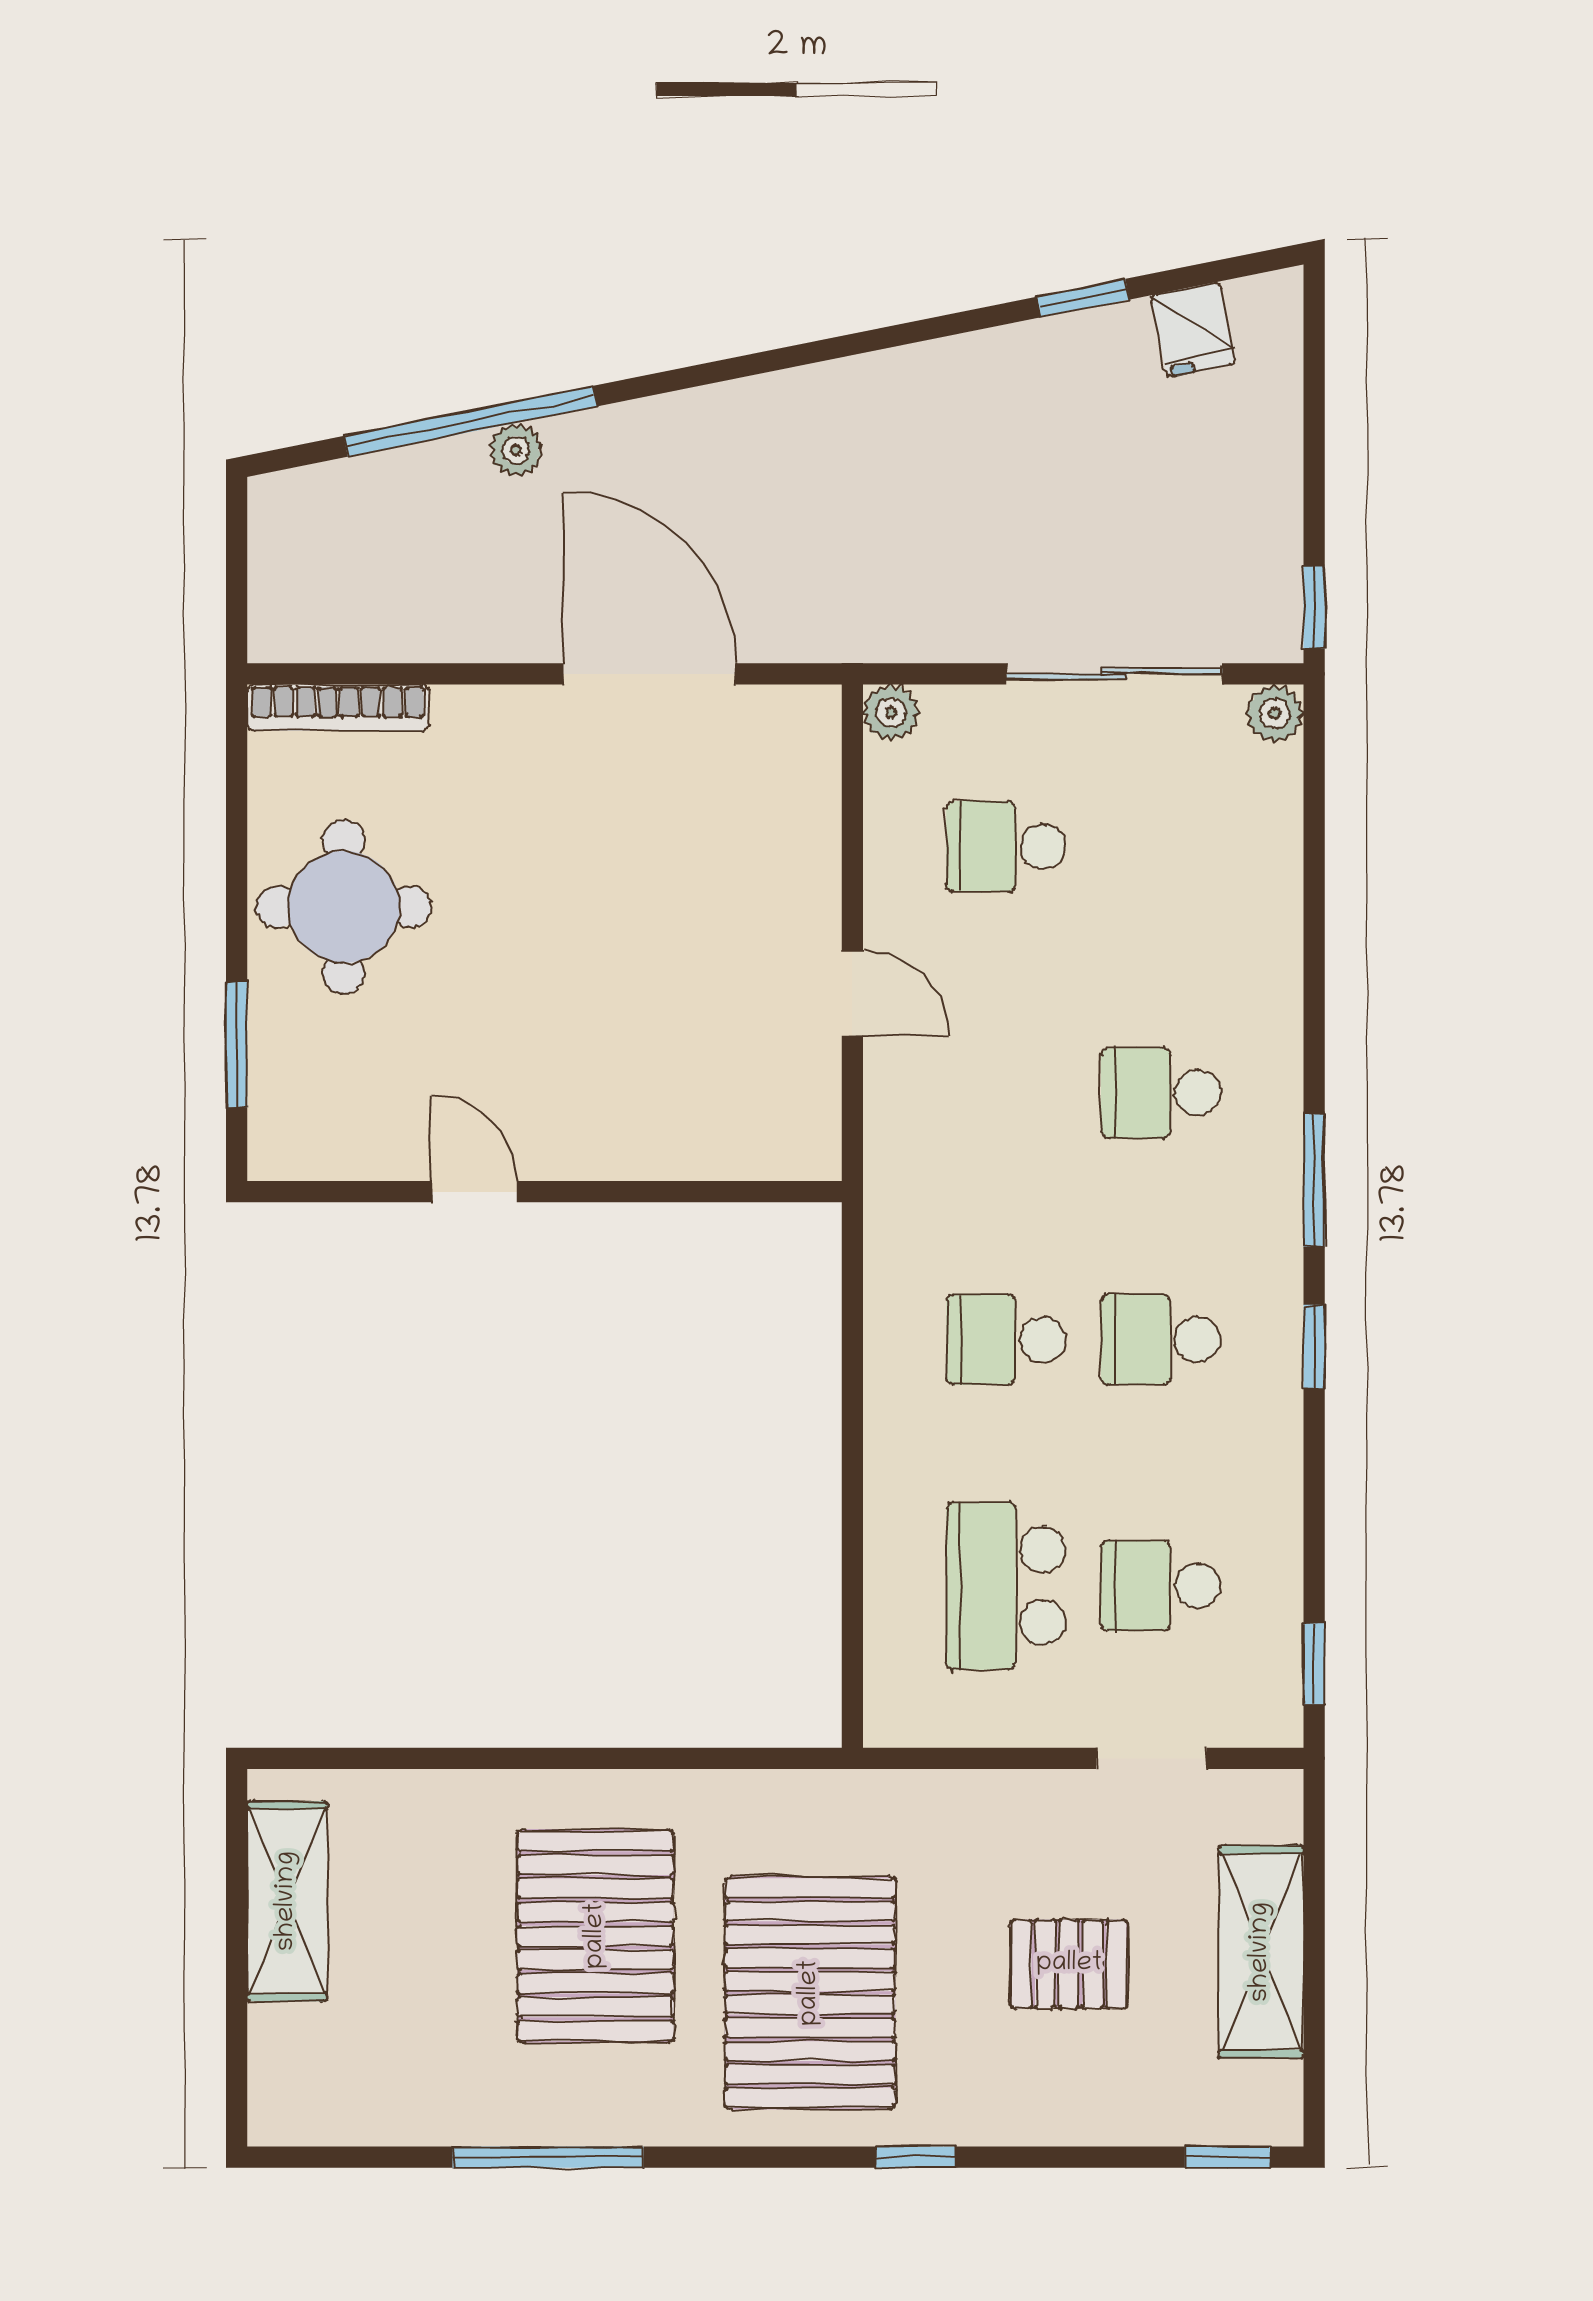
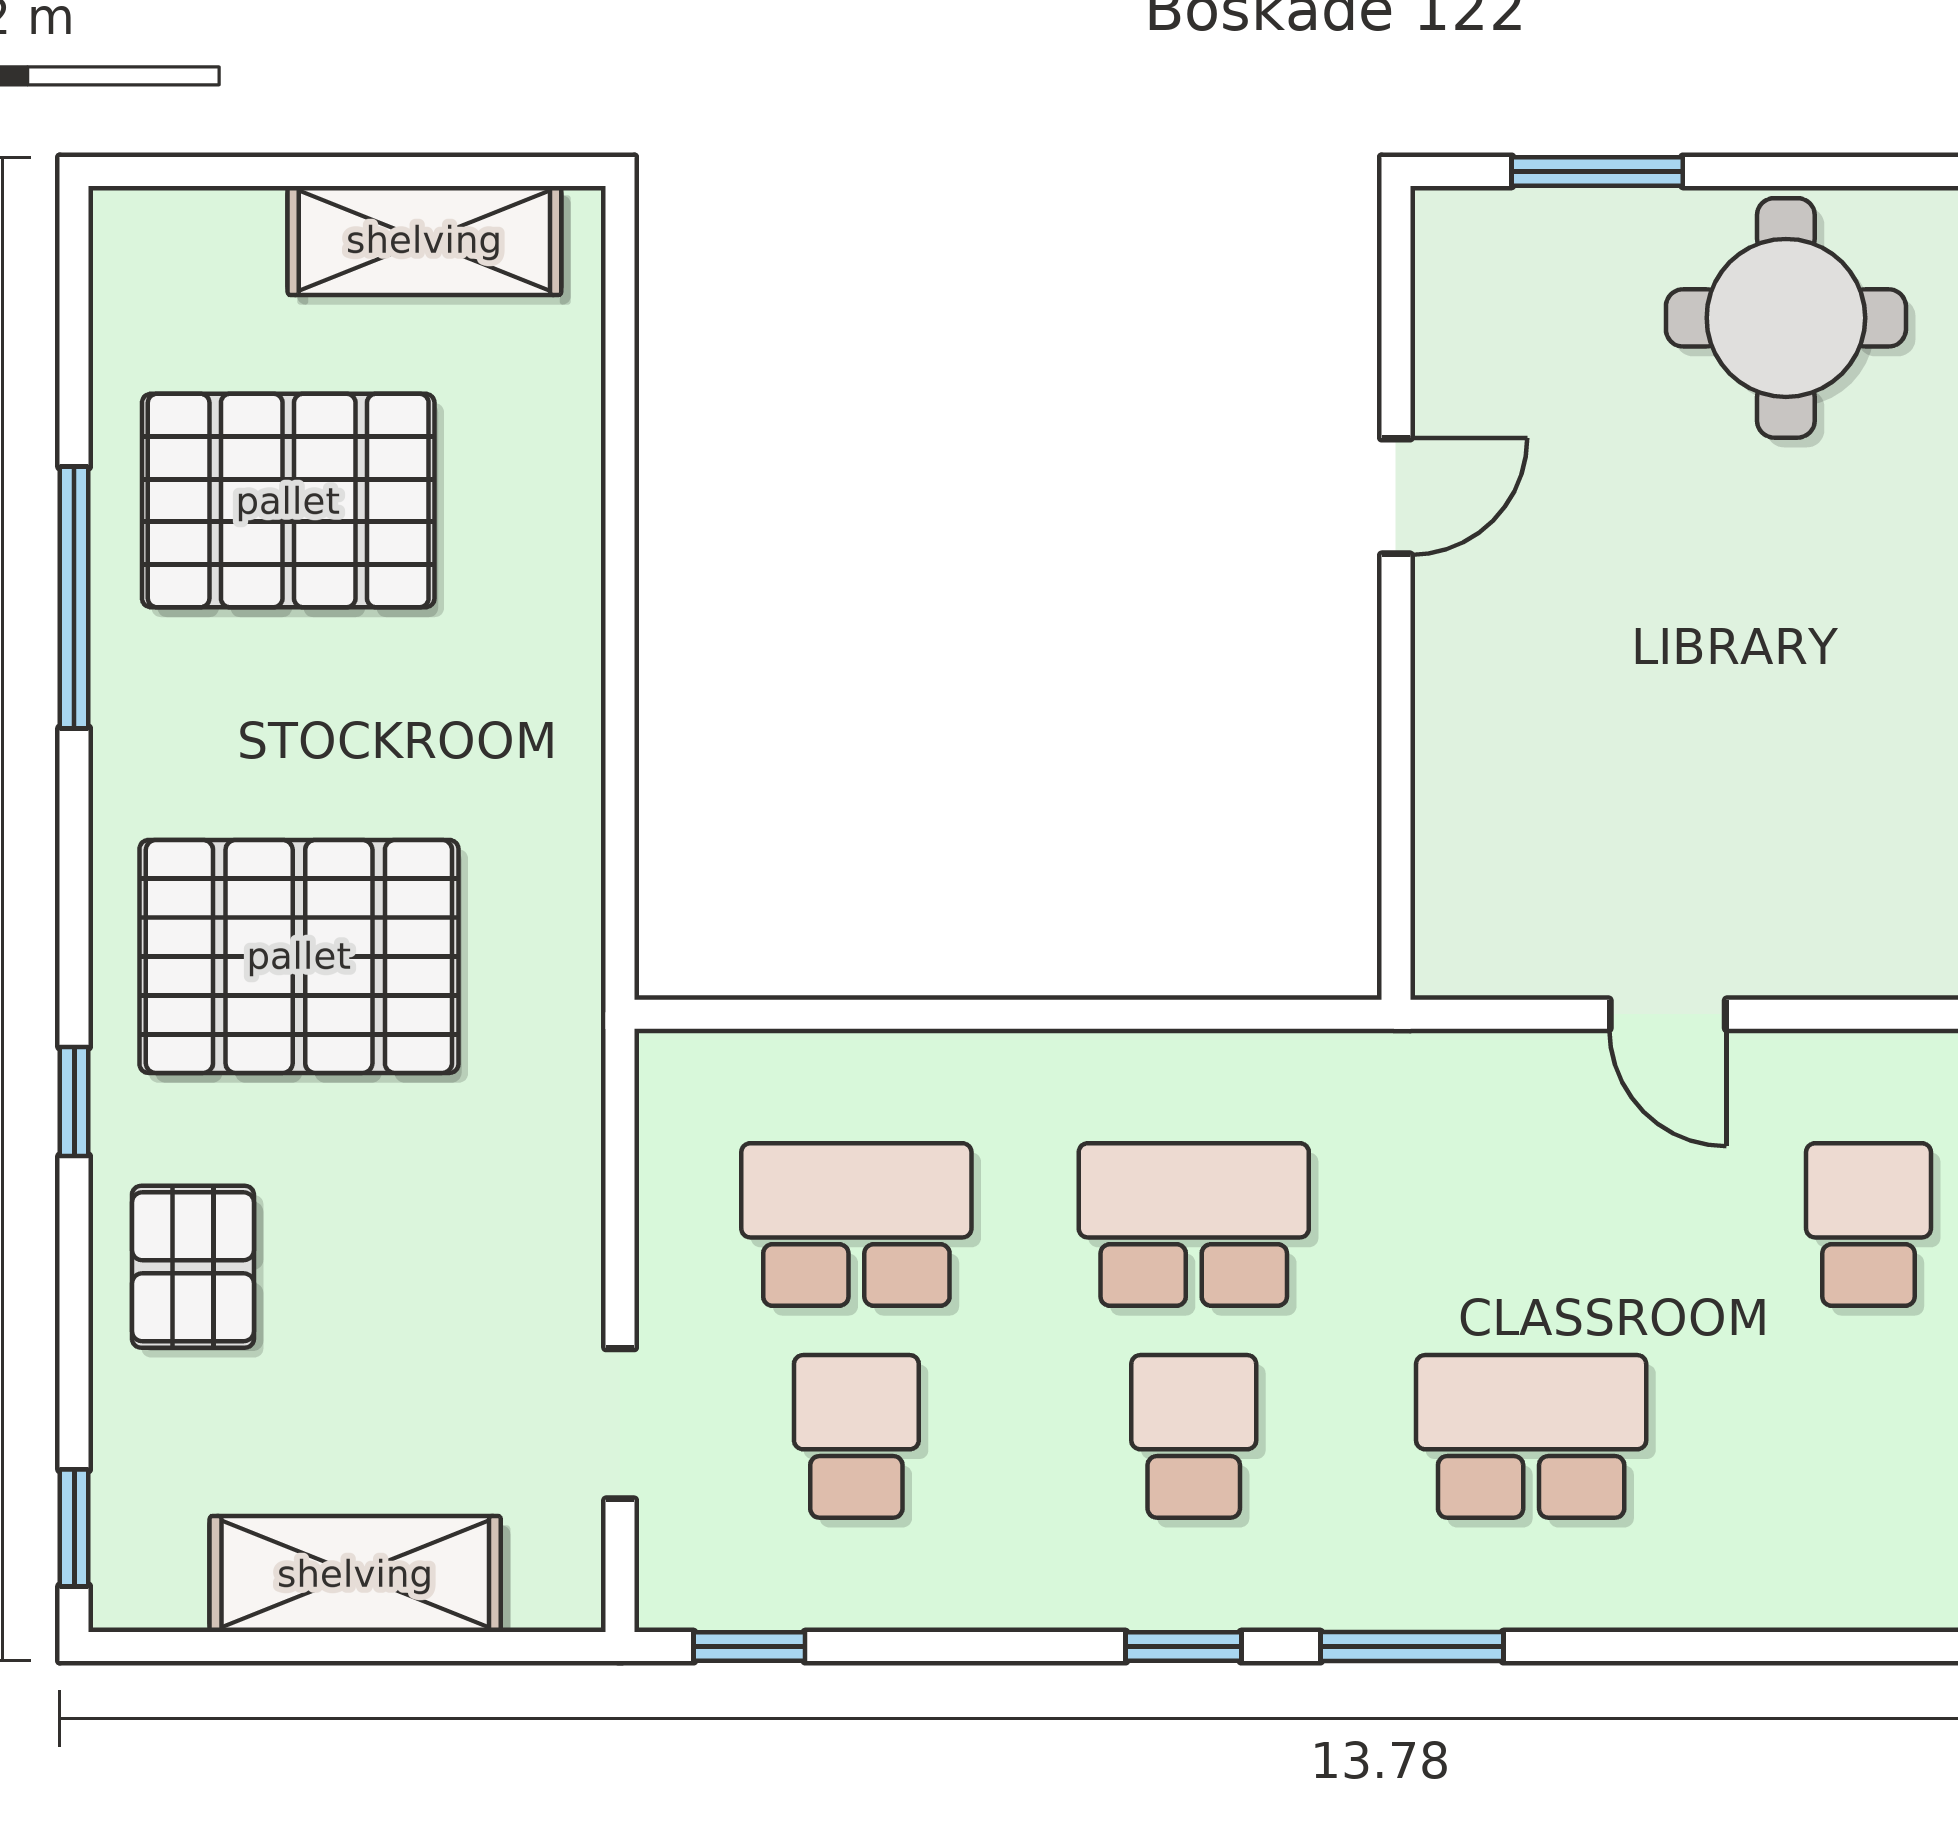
door: (852, 993) -> (1668, 1014), hinge flipped
school desk: (1161, 1093) -> (1531, 1436), width x1.85
school desk: (1006, 1339) -> (1194, 1225), width x1.85
pallet: (596, 1936) -> (288, 501), moved
pallet: (1069, 1964) -> (193, 1267), moved

